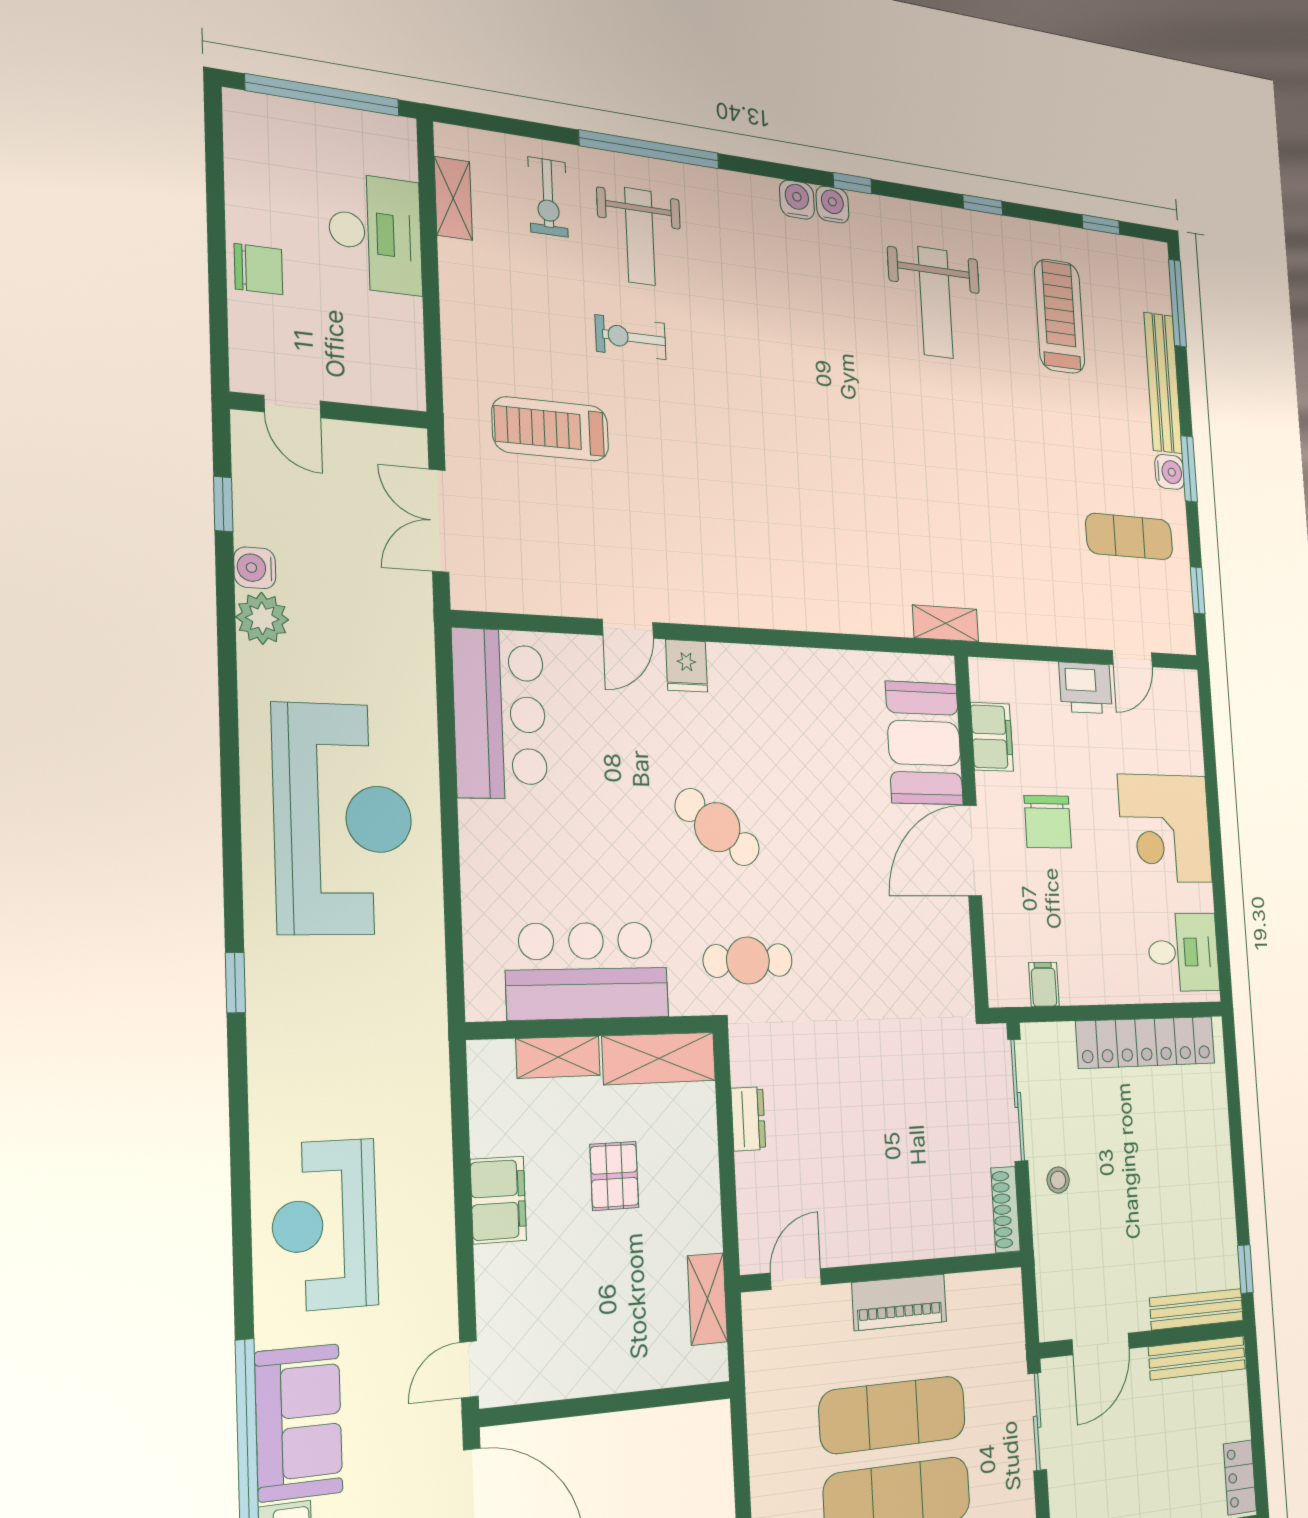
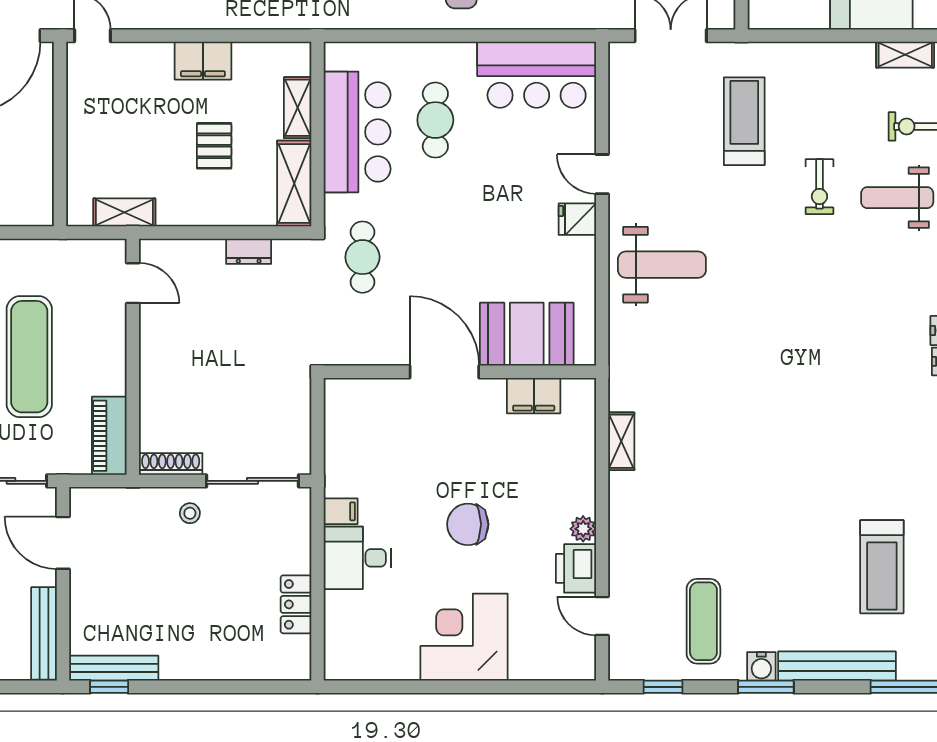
weight bench: (936, 303) -> (662, 265), moved, turned 180
treadmill: (1060, 316) -> (882, 567), turned 90
exercise bike: (631, 337) -> (819, 187), turned 180
plant: (1043, 677) -> (583, 529), added
filing cabinet: (992, 737) -> (534, 396), moved
booth: (924, 743) -> (527, 334), moved
cafe table: (717, 827) -> (435, 120), moved, turned -37
wall: (971, 831) -> (460, 372), moved
door: (973, 851) -> (444, 372), moved
desk: (1183, 952) -> (357, 558), moved, turned 90
locker: (1146, 1042) -> (296, 604), width x0.46, depth x0.83
pallet: (614, 1176) -> (214, 146), turned 90
piano: (899, 1302) -> (109, 436), moved
bench: (1197, 1309) -> (114, 668), moved, turned 90

